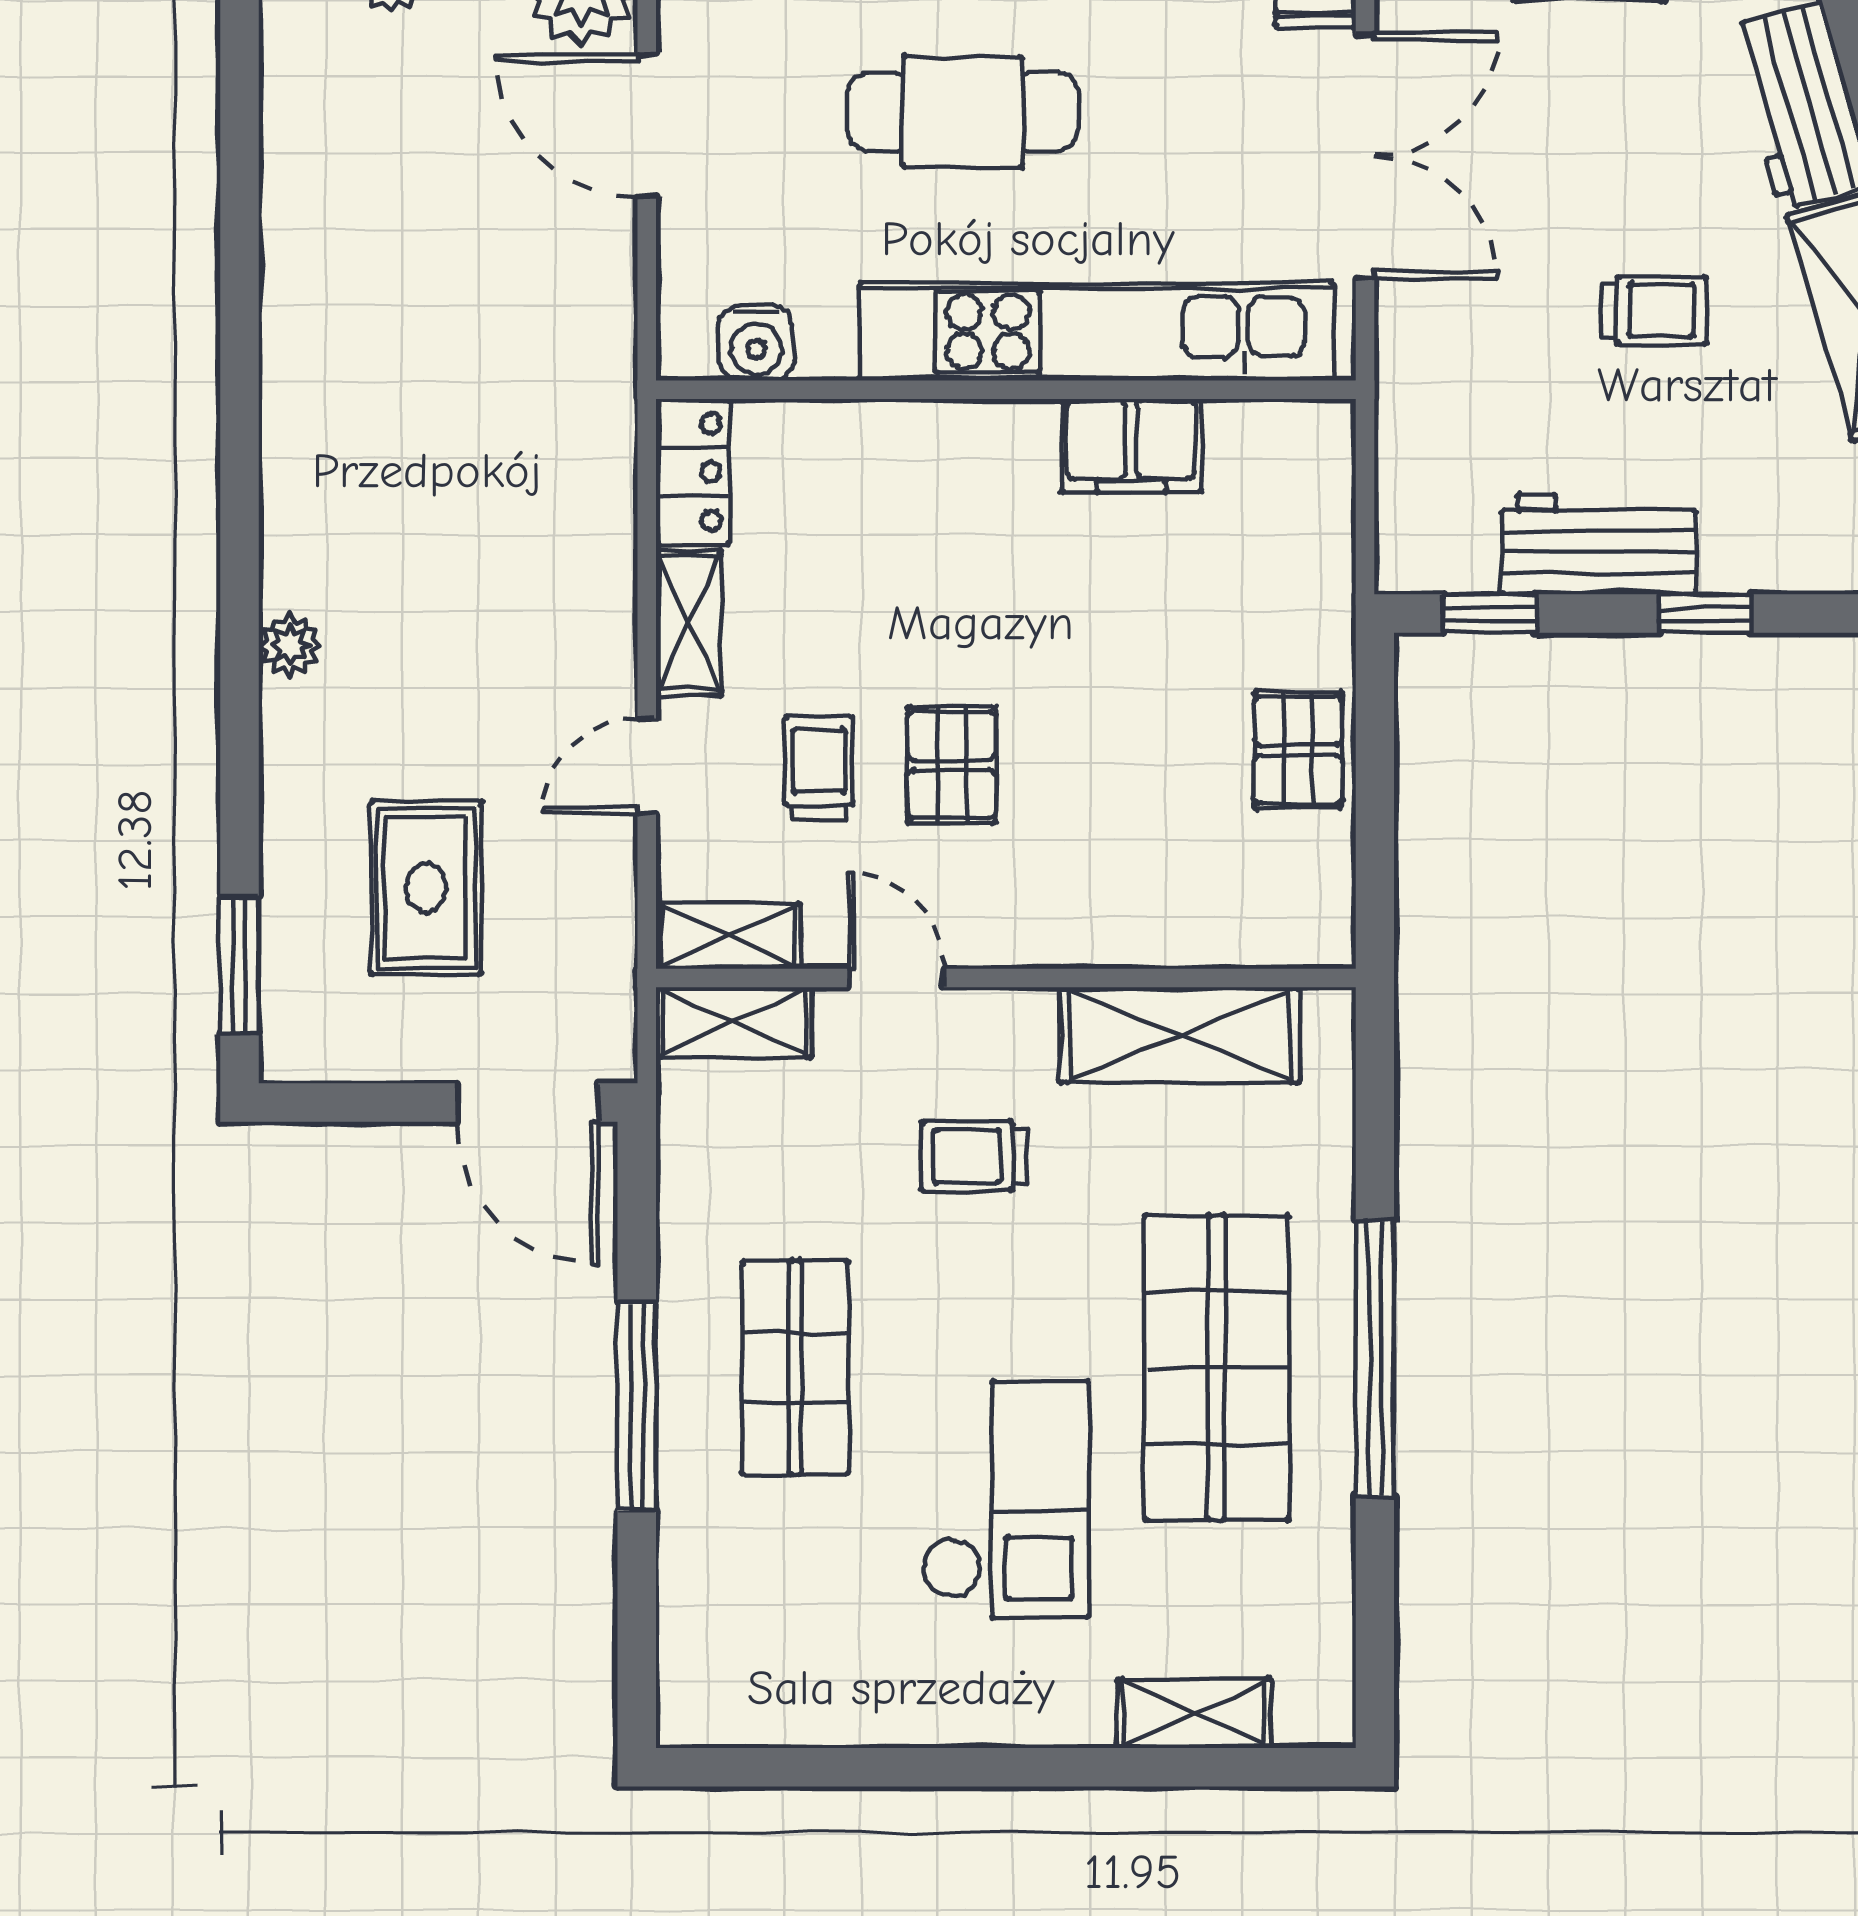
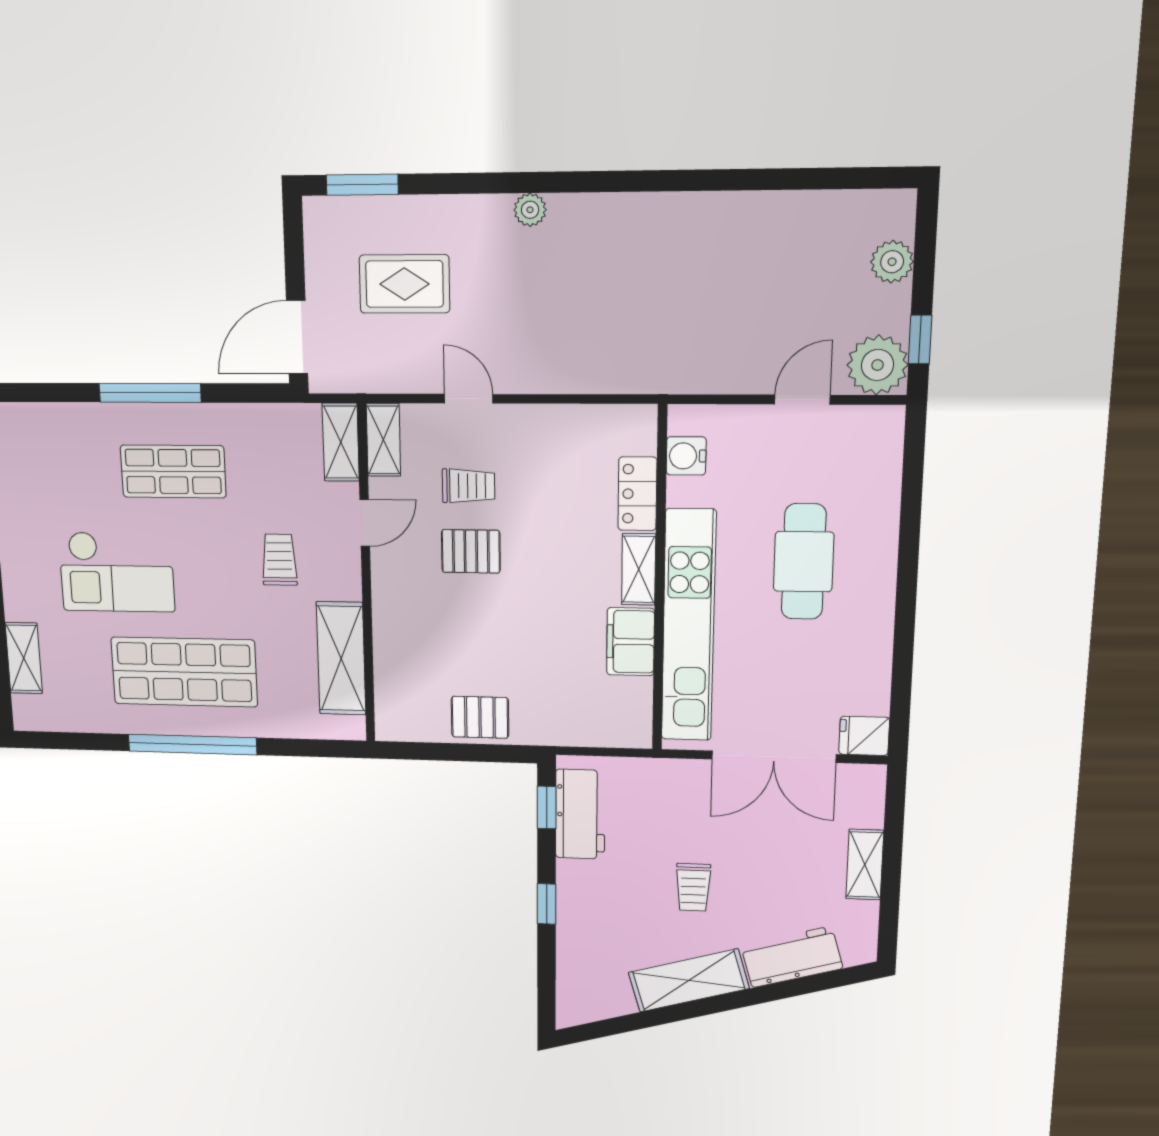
door: (647, 126) -> (802, 400), width x0.73
locker: (693, 472) -> (637, 494), moved, turned 90
workbench: (1599, 544) -> (580, 814), moved
shelving: (688, 623) -> (639, 569), moved, turned 90

